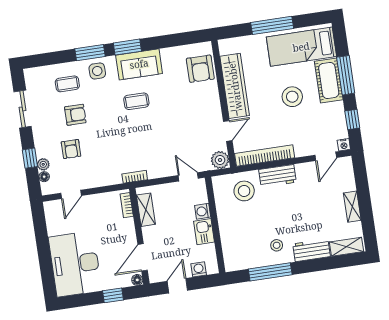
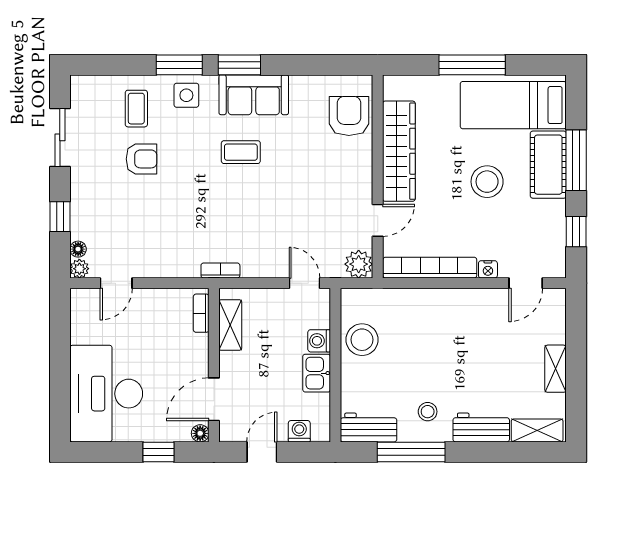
armchair: (200, 69) -> (349, 116), turned 180
coffee table: (67, 84) -> (136, 109), turned 90
nightstand: (344, 145) -> (488, 269), moved
armchair: (71, 149) -> (127, 212), removed
plant: (43, 164) -> (79, 269), moved
workbench: (277, 176) -> (369, 428), moved, turned 180
stool: (244, 191) -> (362, 340), moved

